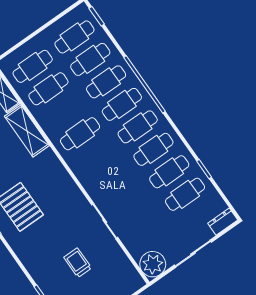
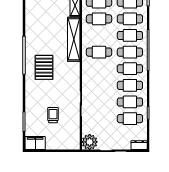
shelving: (27, 131) -> (74, 39), width x1.47

